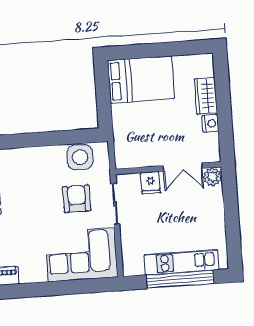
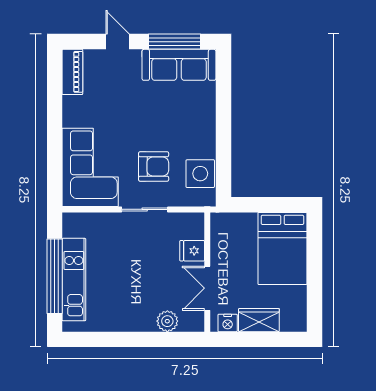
double door: (183, 167) -> (207, 288), moved
wall: (168, 168) -> (207, 272), moved
fridge: (150, 183) -> (192, 251), moved

